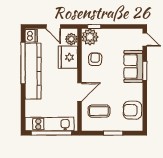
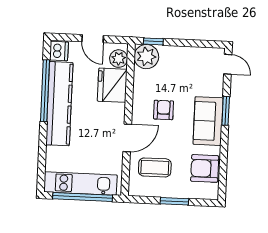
armchair: (95, 59) -> (164, 110), moved
sofa: (133, 66) -> (208, 121), moved

